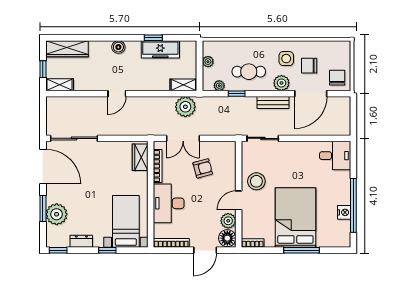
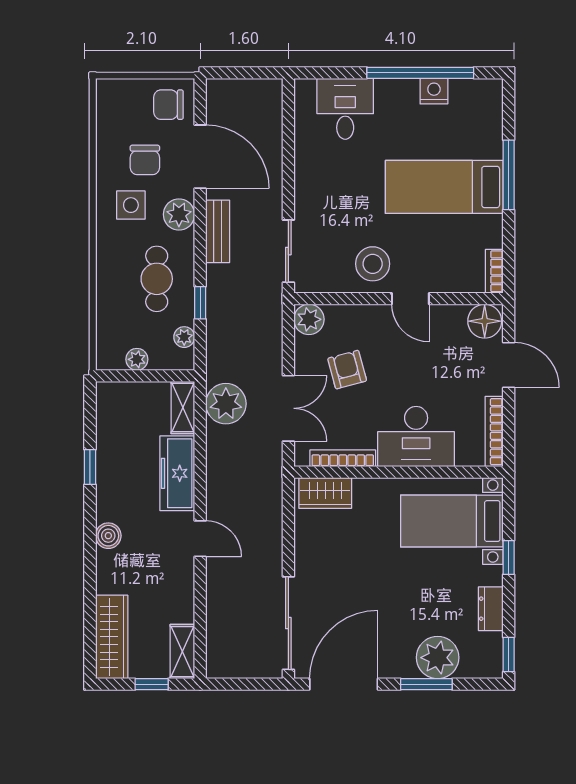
freezer: (160, 49) -> (177, 473), moved, turned 180
desk: (335, 156) -> (345, 109), moved
bed: (295, 218) -> (444, 187), width x0.67
plant: (228, 221) -> (309, 319), moved

